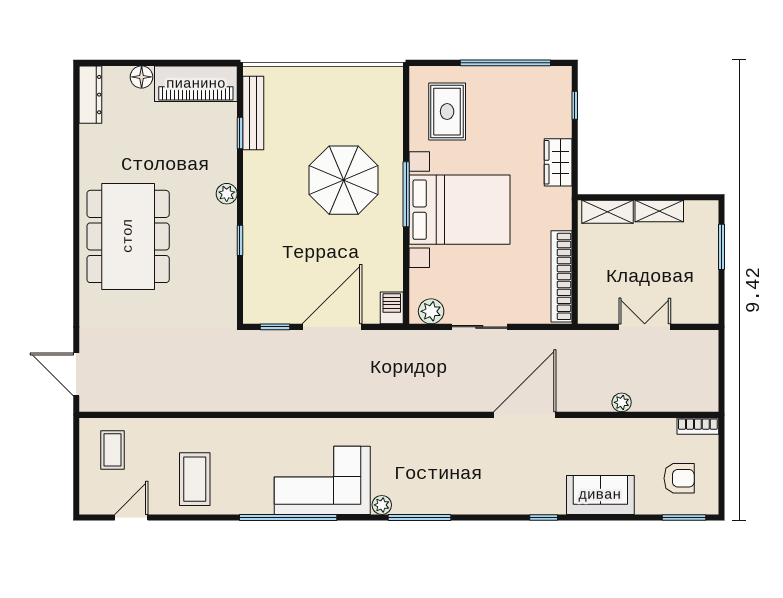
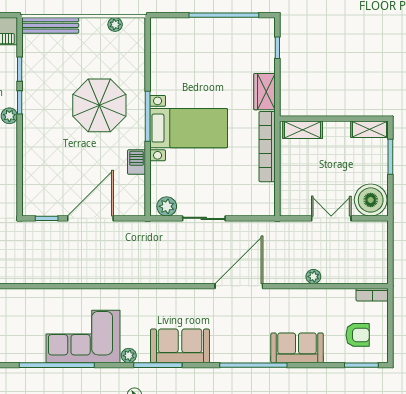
plant: (364, 75) -> (115, 24), added
rug: (447, 112) -> (179, 53), removed
bench: (253, 113) -> (50, 25), moved, turned 90
bed with nightstands: (460, 210) -> (189, 128), width x0.73
shelving: (659, 211) -> (369, 129), moved
window: (240, 240) -> (20, 102), moved
bookcase: (562, 276) -> (267, 147), moved
boiler: (696, 303) -> (371, 200), added
barbecue: (392, 308) -> (136, 162), moved
sofa: (448, 492) -> (180, 346), added
window: (544, 517) -> (253, 365), width x3.17

